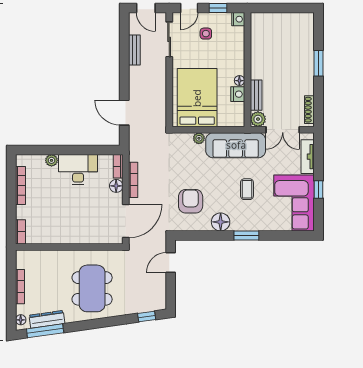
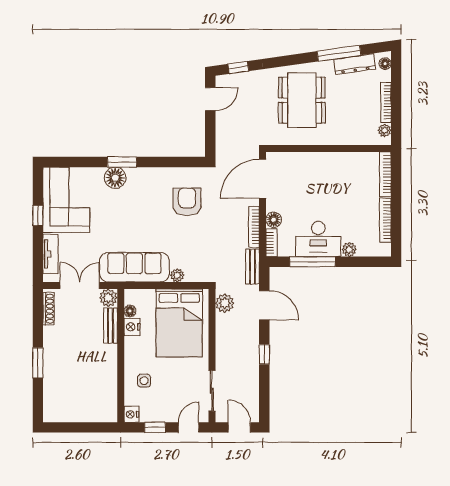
side table: (206, 34) -> (144, 381), moved
bench: (134, 50) -> (253, 266), moved
window: (124, 71) -> (264, 354), added
floor lamp: (239, 81) -> (130, 311), moved
plant: (158, 114) -> (225, 303), added
window: (83, 150) -> (312, 262), added
coffee table: (247, 189) -> (121, 216), removed
armchair: (191, 201) -> (187, 202), turned 180
floor lamp: (221, 222) -> (115, 178), moved
bookcase: (20, 232) -> (385, 174), width x1.56
door: (171, 262) -> (210, 99), moved
plant: (21, 263) -> (385, 130), added
window: (45, 331) -> (339, 53), moved

